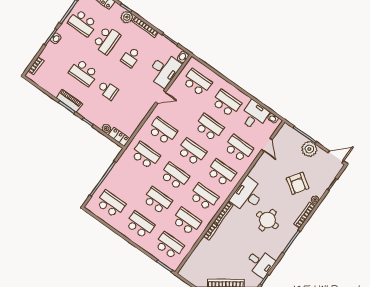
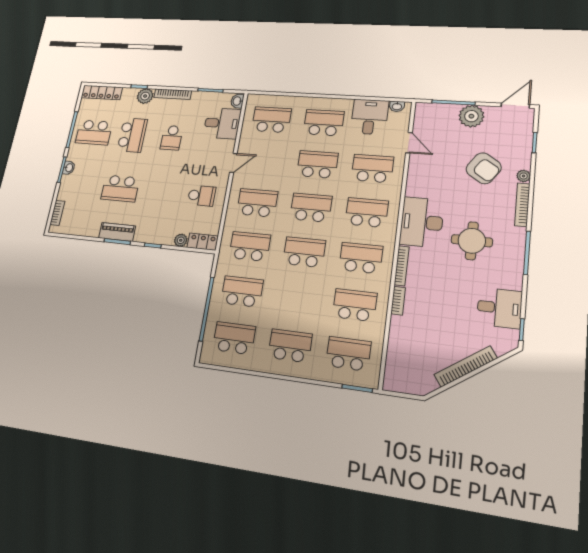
desk: (164, 70) -> (222, 123), width x0.73
school desk: (108, 90) -> (202, 196), moved
school desk: (157, 200) -> (242, 291), moved

